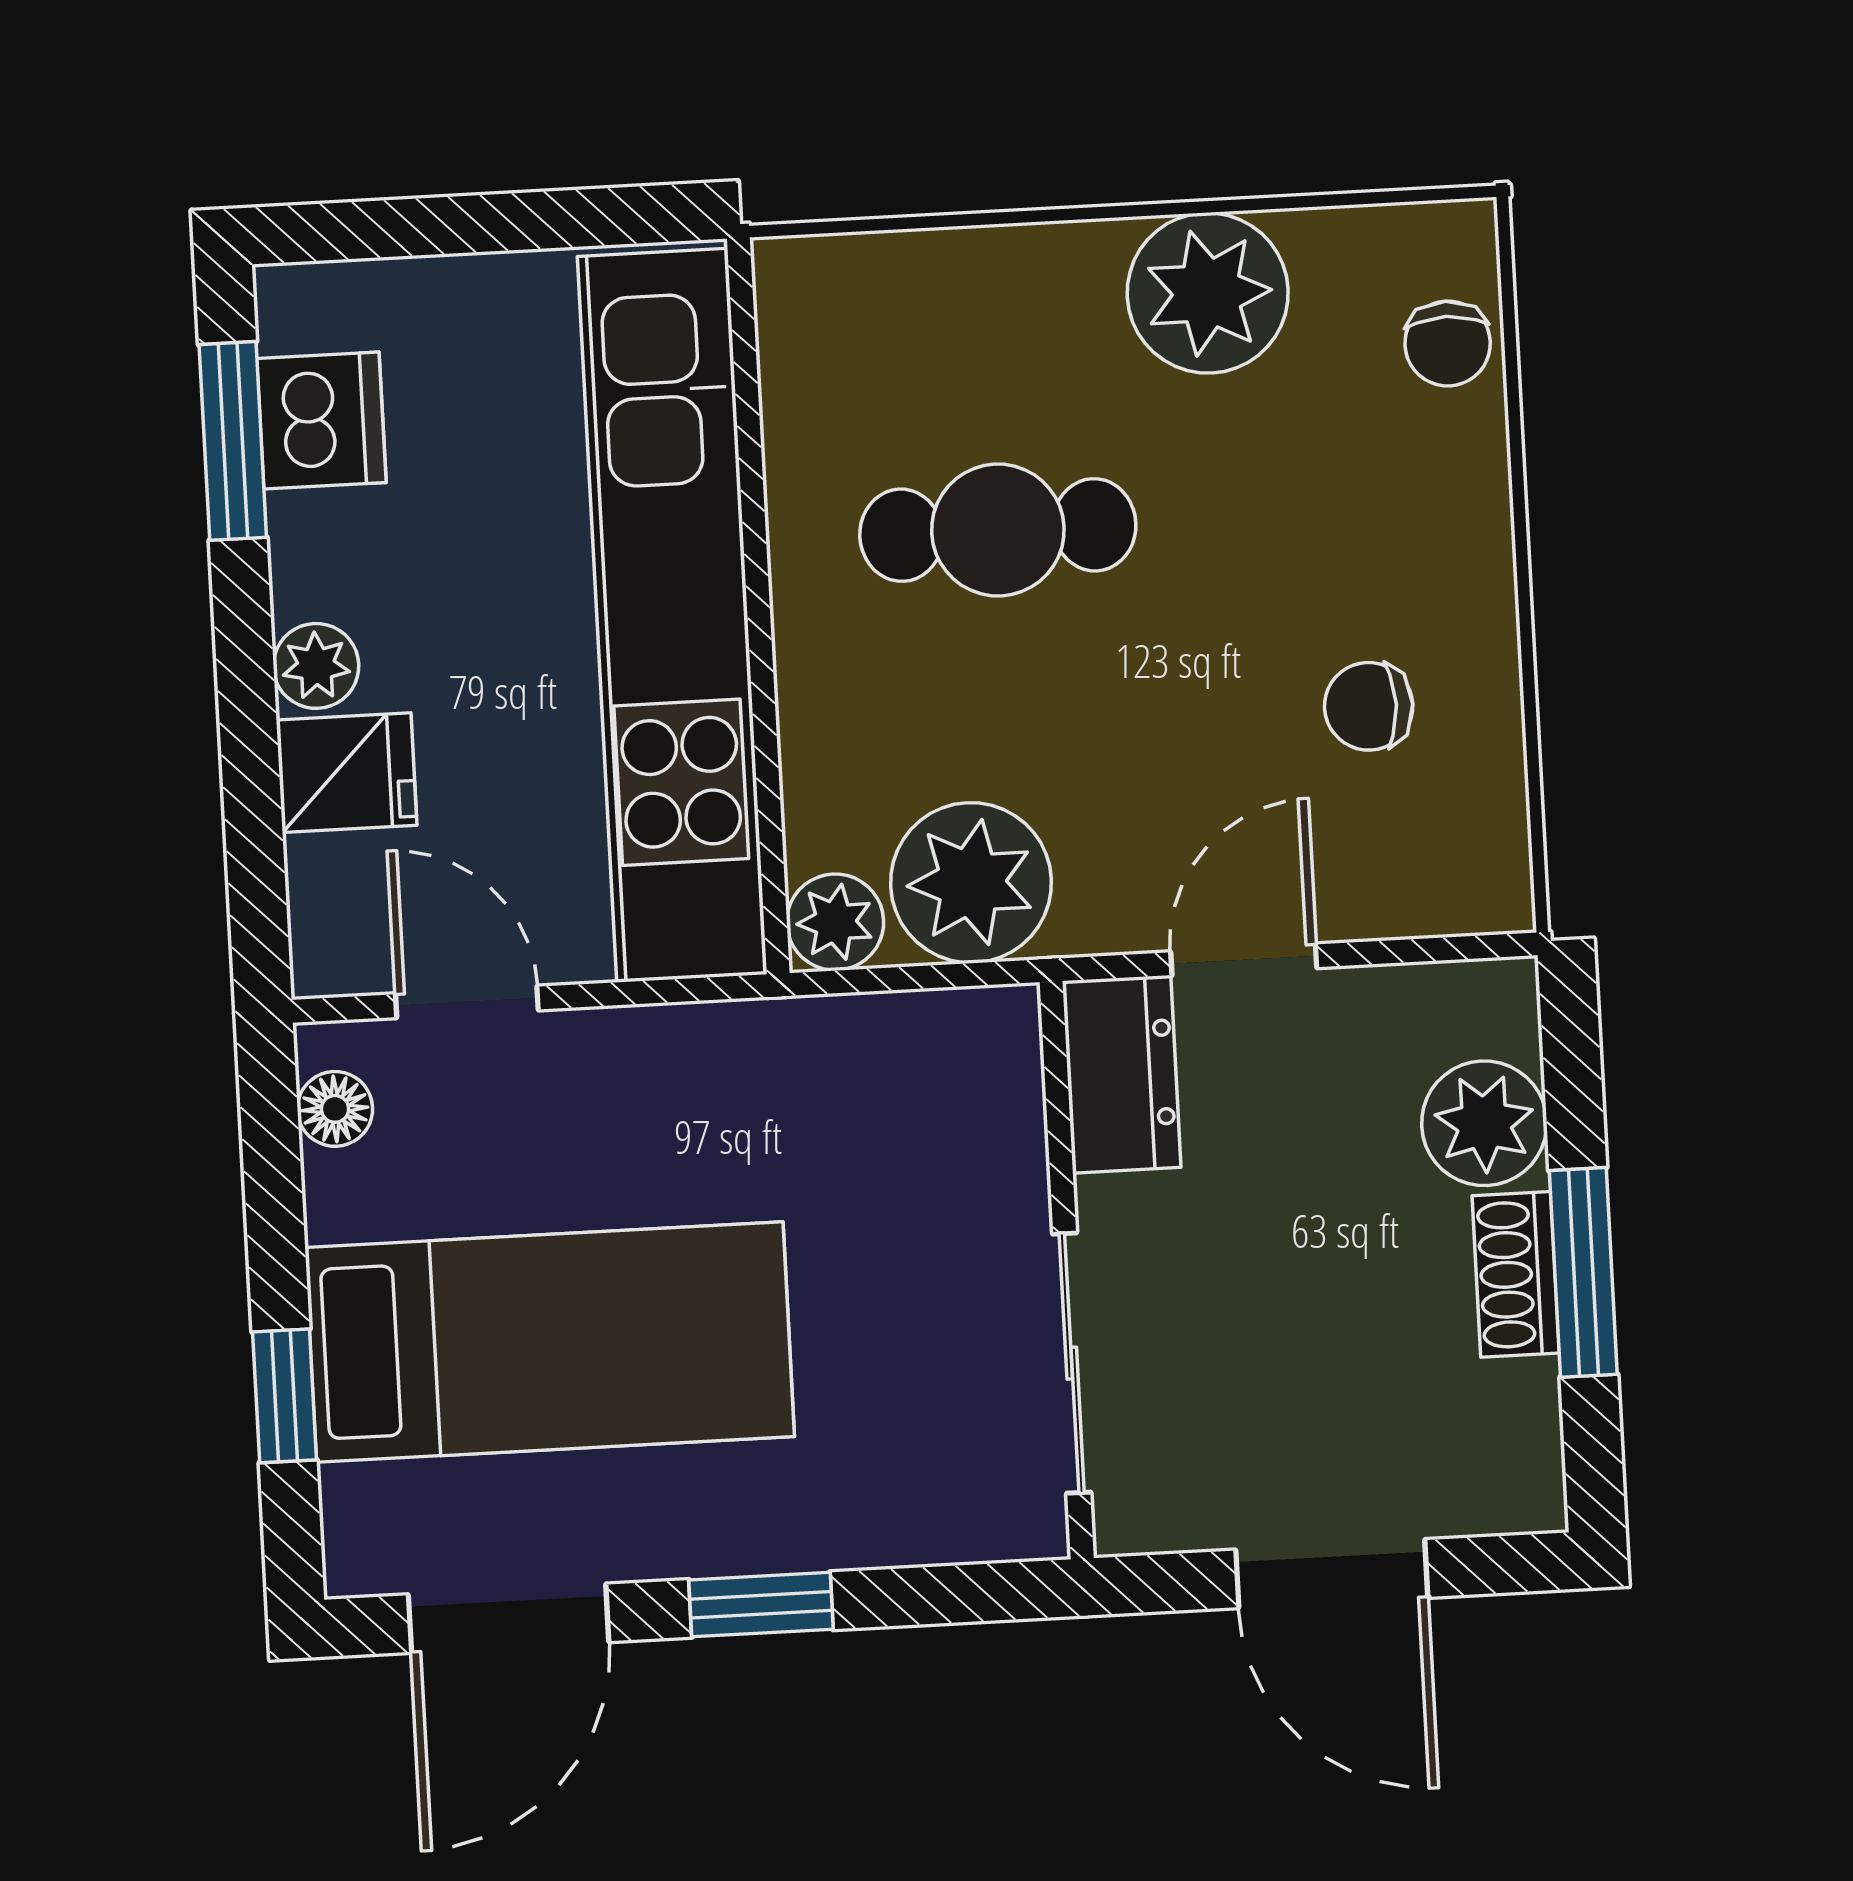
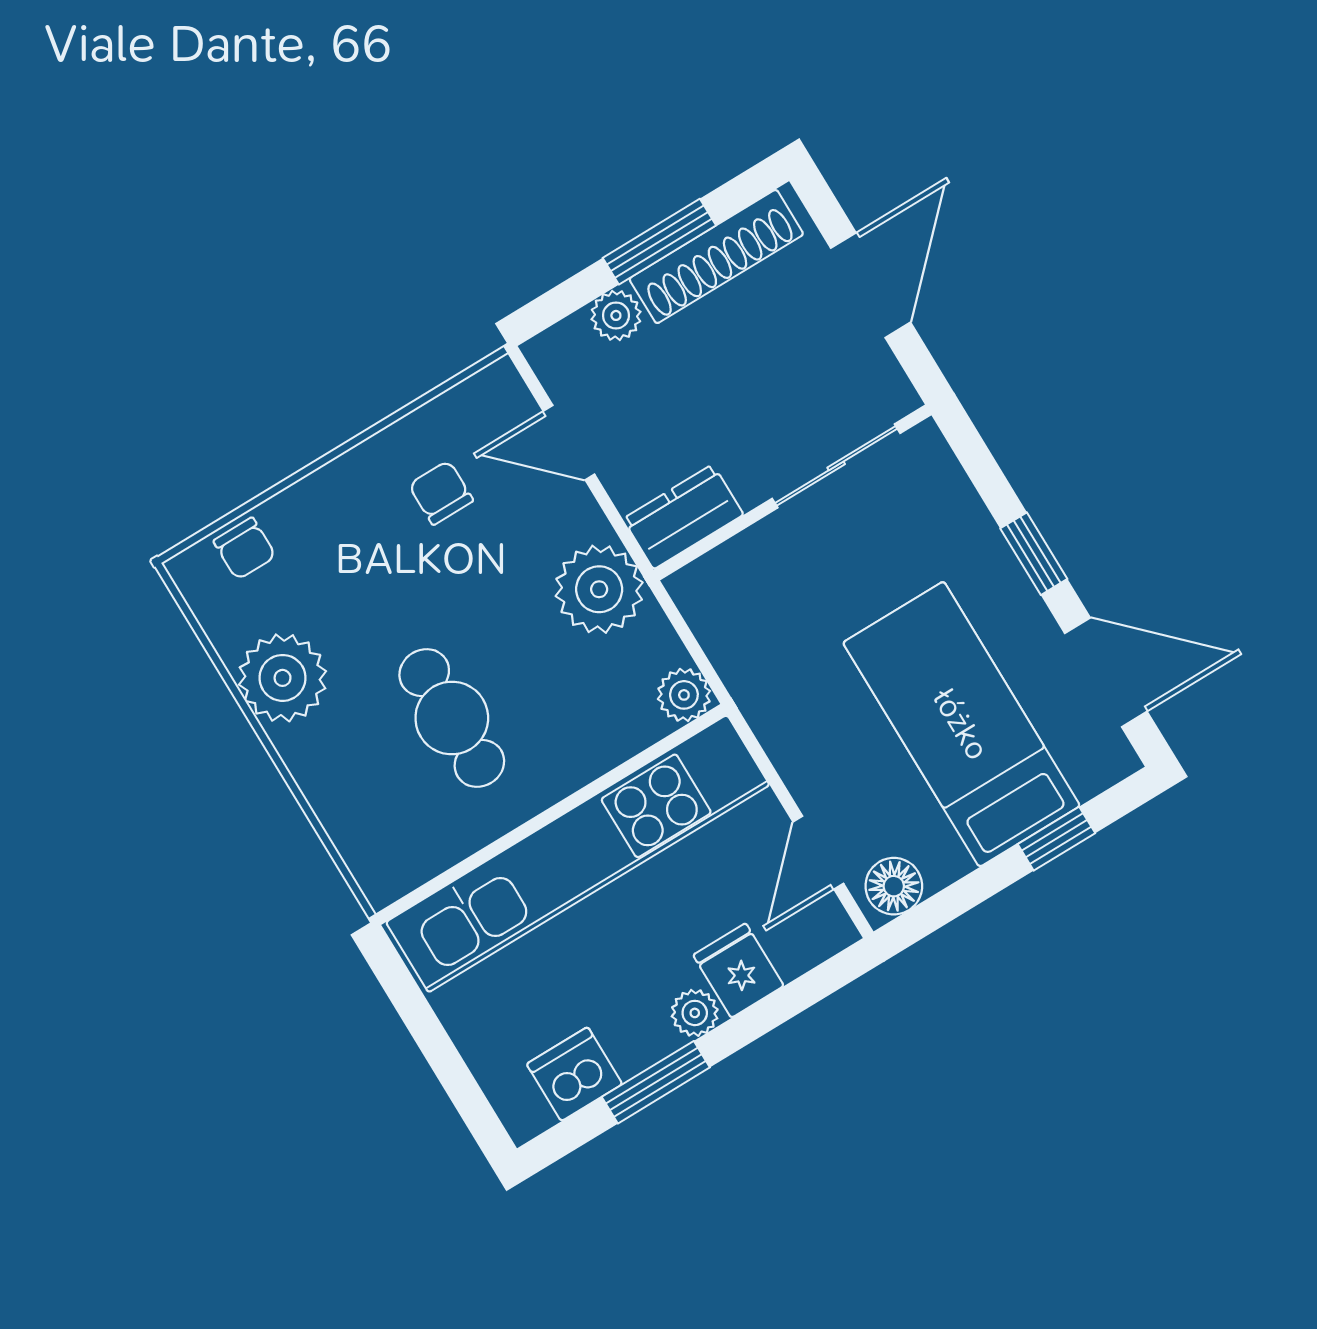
chair: (1448, 344) -> (245, 549), turned 90
window: (233, 441) -> (656, 1082), moved
chair: (1369, 706) -> (441, 493), turned 180
plant: (971, 883) -> (599, 589), moved
door: (1244, 960) -> (569, 443), moved
floor lamp: (335, 1109) -> (894, 886), width x1.37, depth x1.37
plant: (1484, 1123) -> (616, 315), width x0.73, depth x0.73
shoe rack: (1516, 1274) -> (716, 256), width x1.94, depth x1.24

